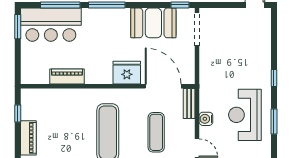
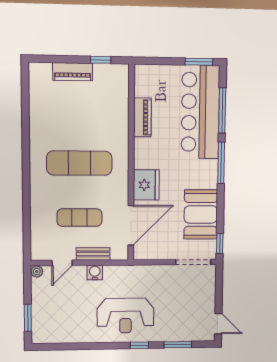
bar counter: (51, 25) -> (200, 112), width x1.36
bench: (189, 104) -> (93, 254), moved
reception desk: (245, 115) -> (125, 316), moved, turned 180
window: (274, 121) -> (178, 345), moved

